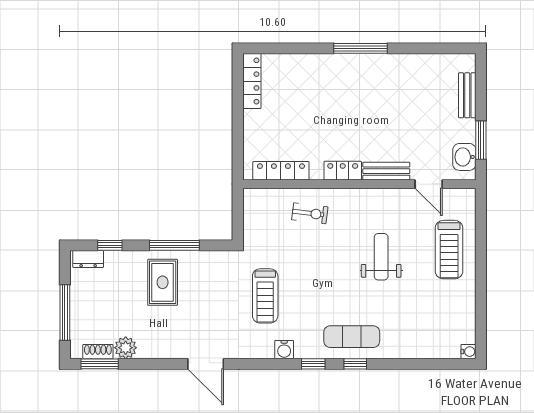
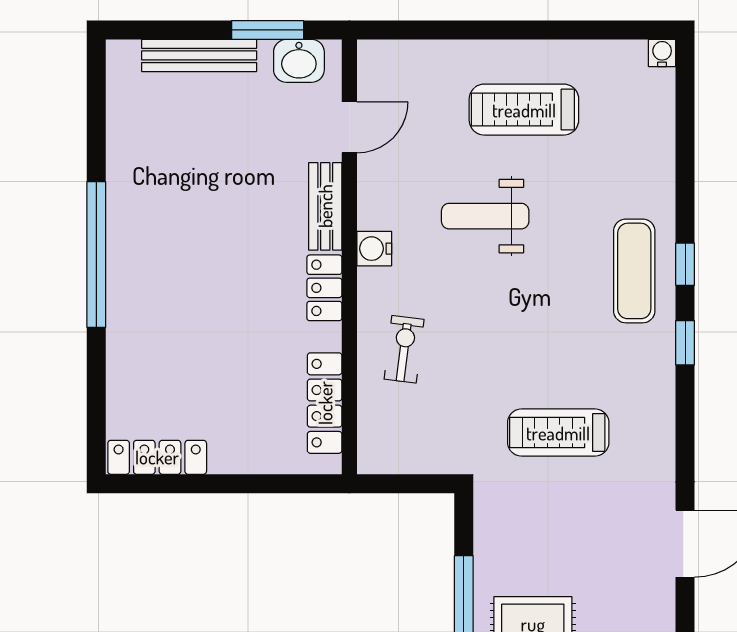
window: (361, 48) -> (96, 255), width x1.46
bench: (467, 95) -> (199, 55), width x1.36
treadmill: (449, 250) -> (524, 110), moved, turned 180
treadmill: (265, 296) -> (558, 433), turned 180
water cooler: (284, 350) -> (374, 249), moved, turned 180

